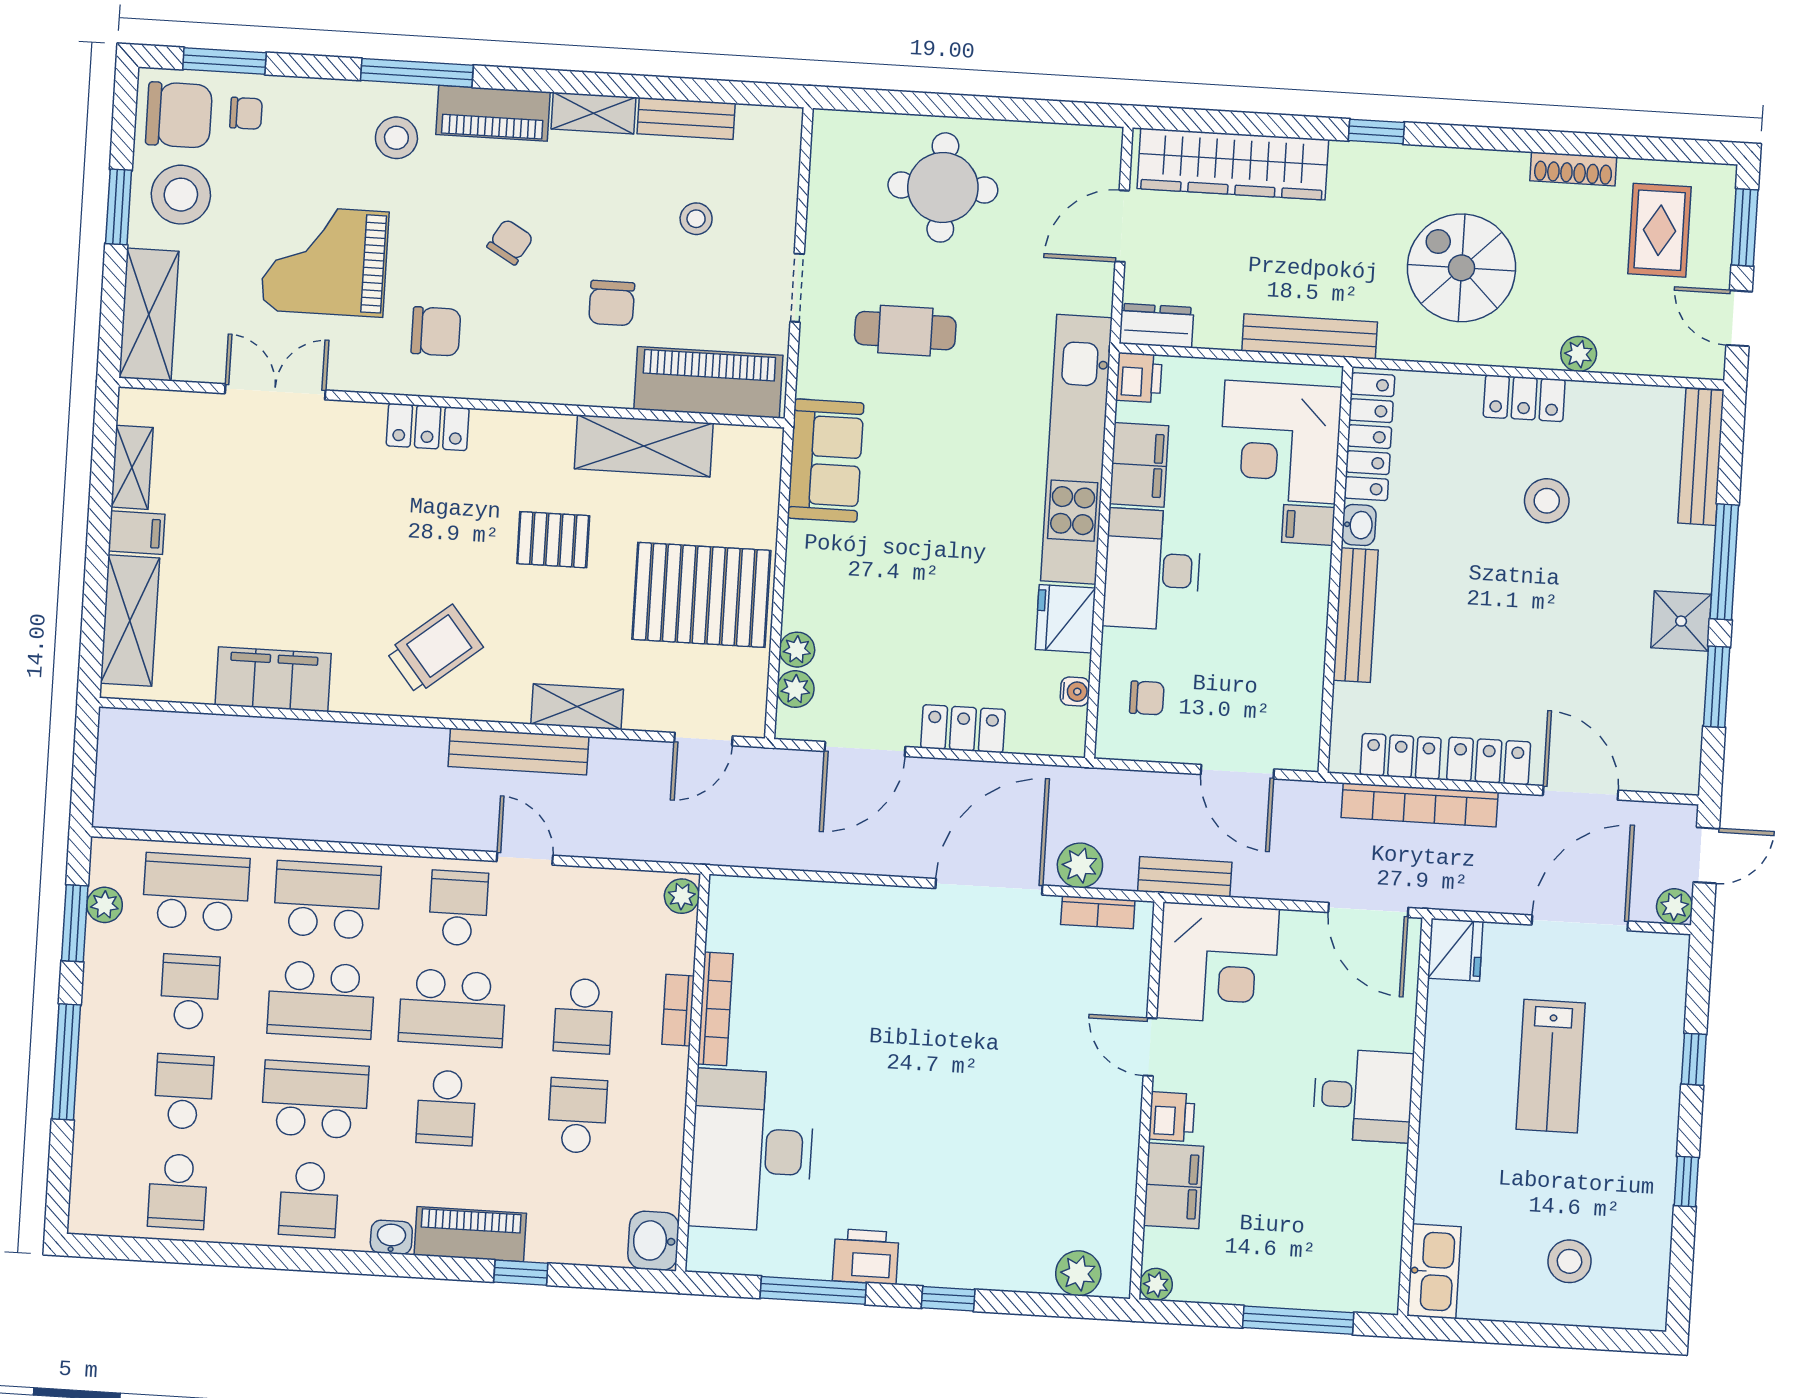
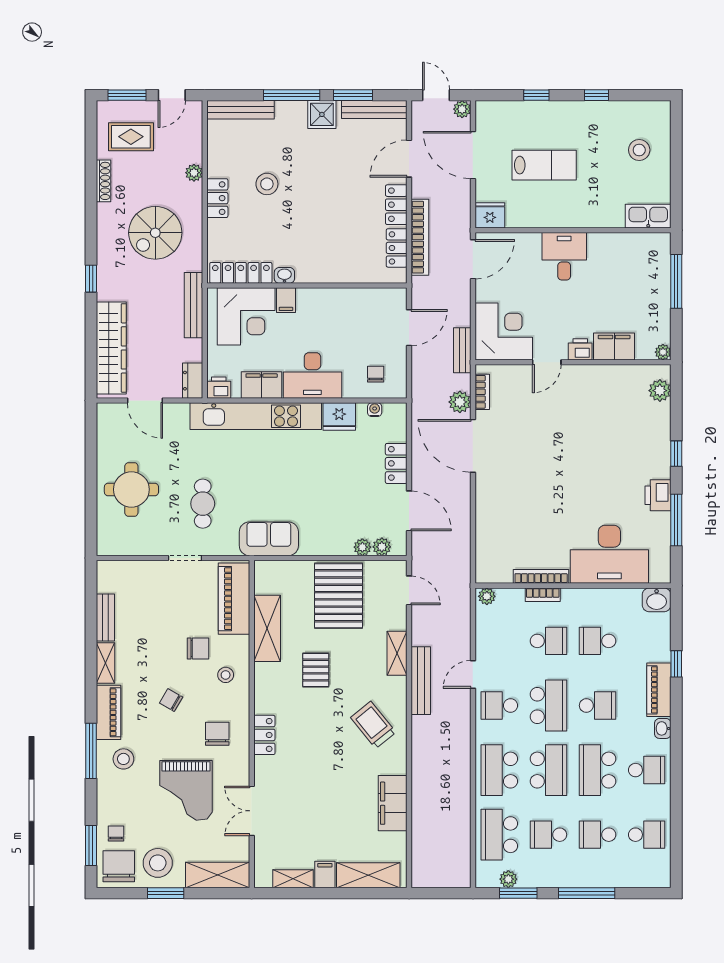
stool: (696, 219) -> (226, 675), moved
bench: (1356, 615) -> (374, 110), moved

